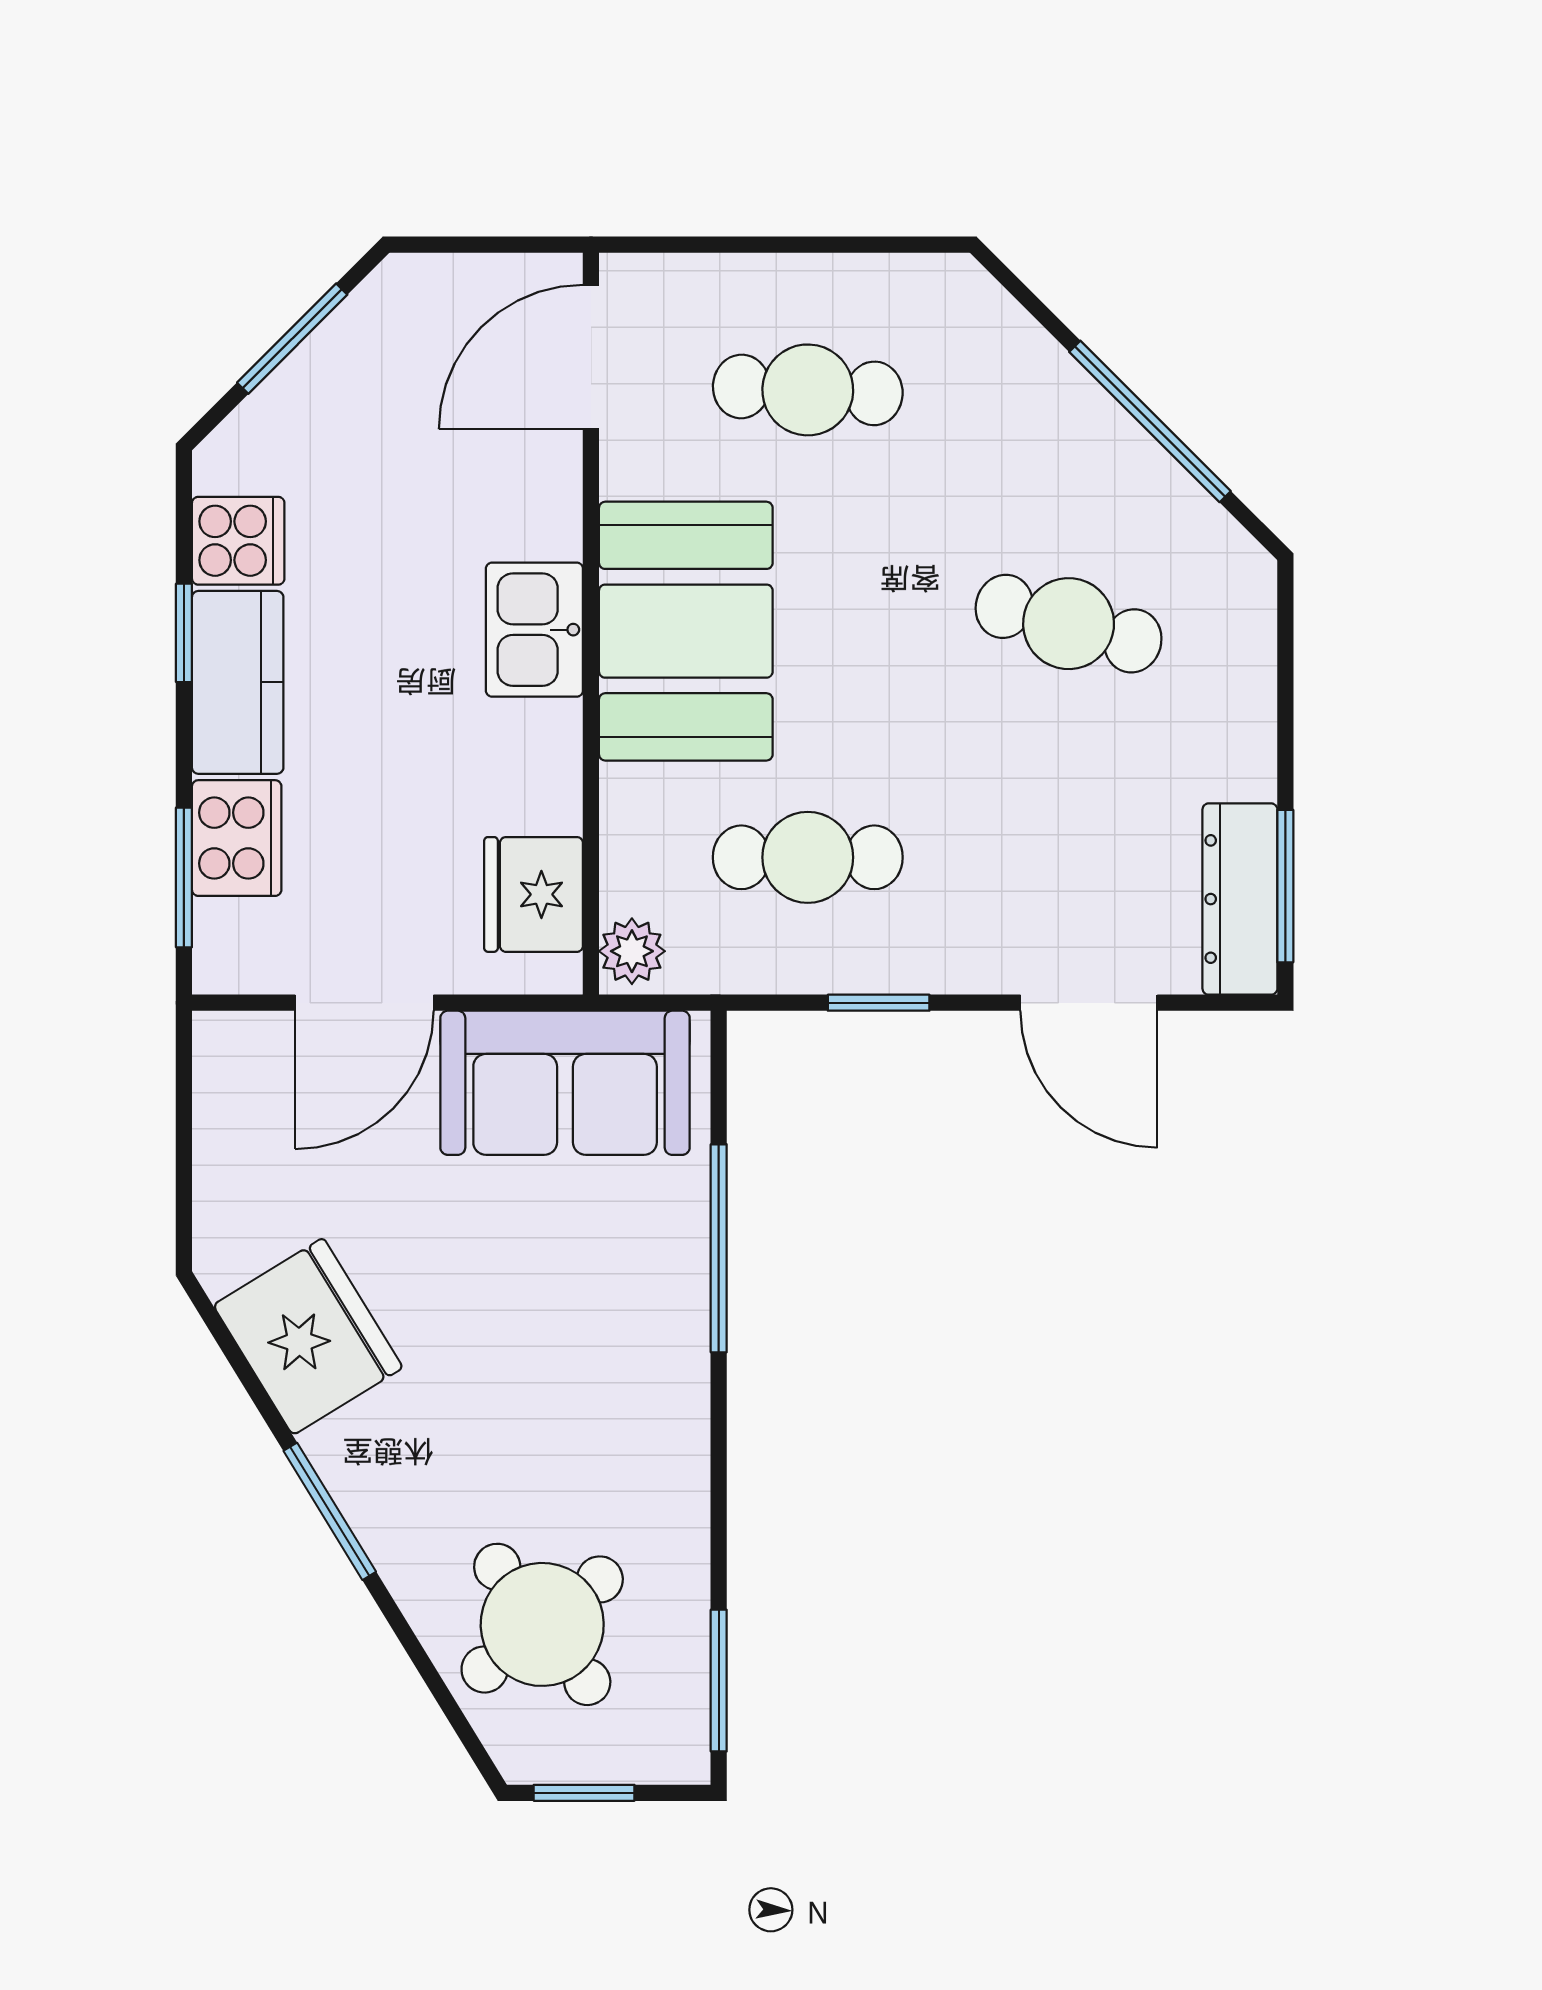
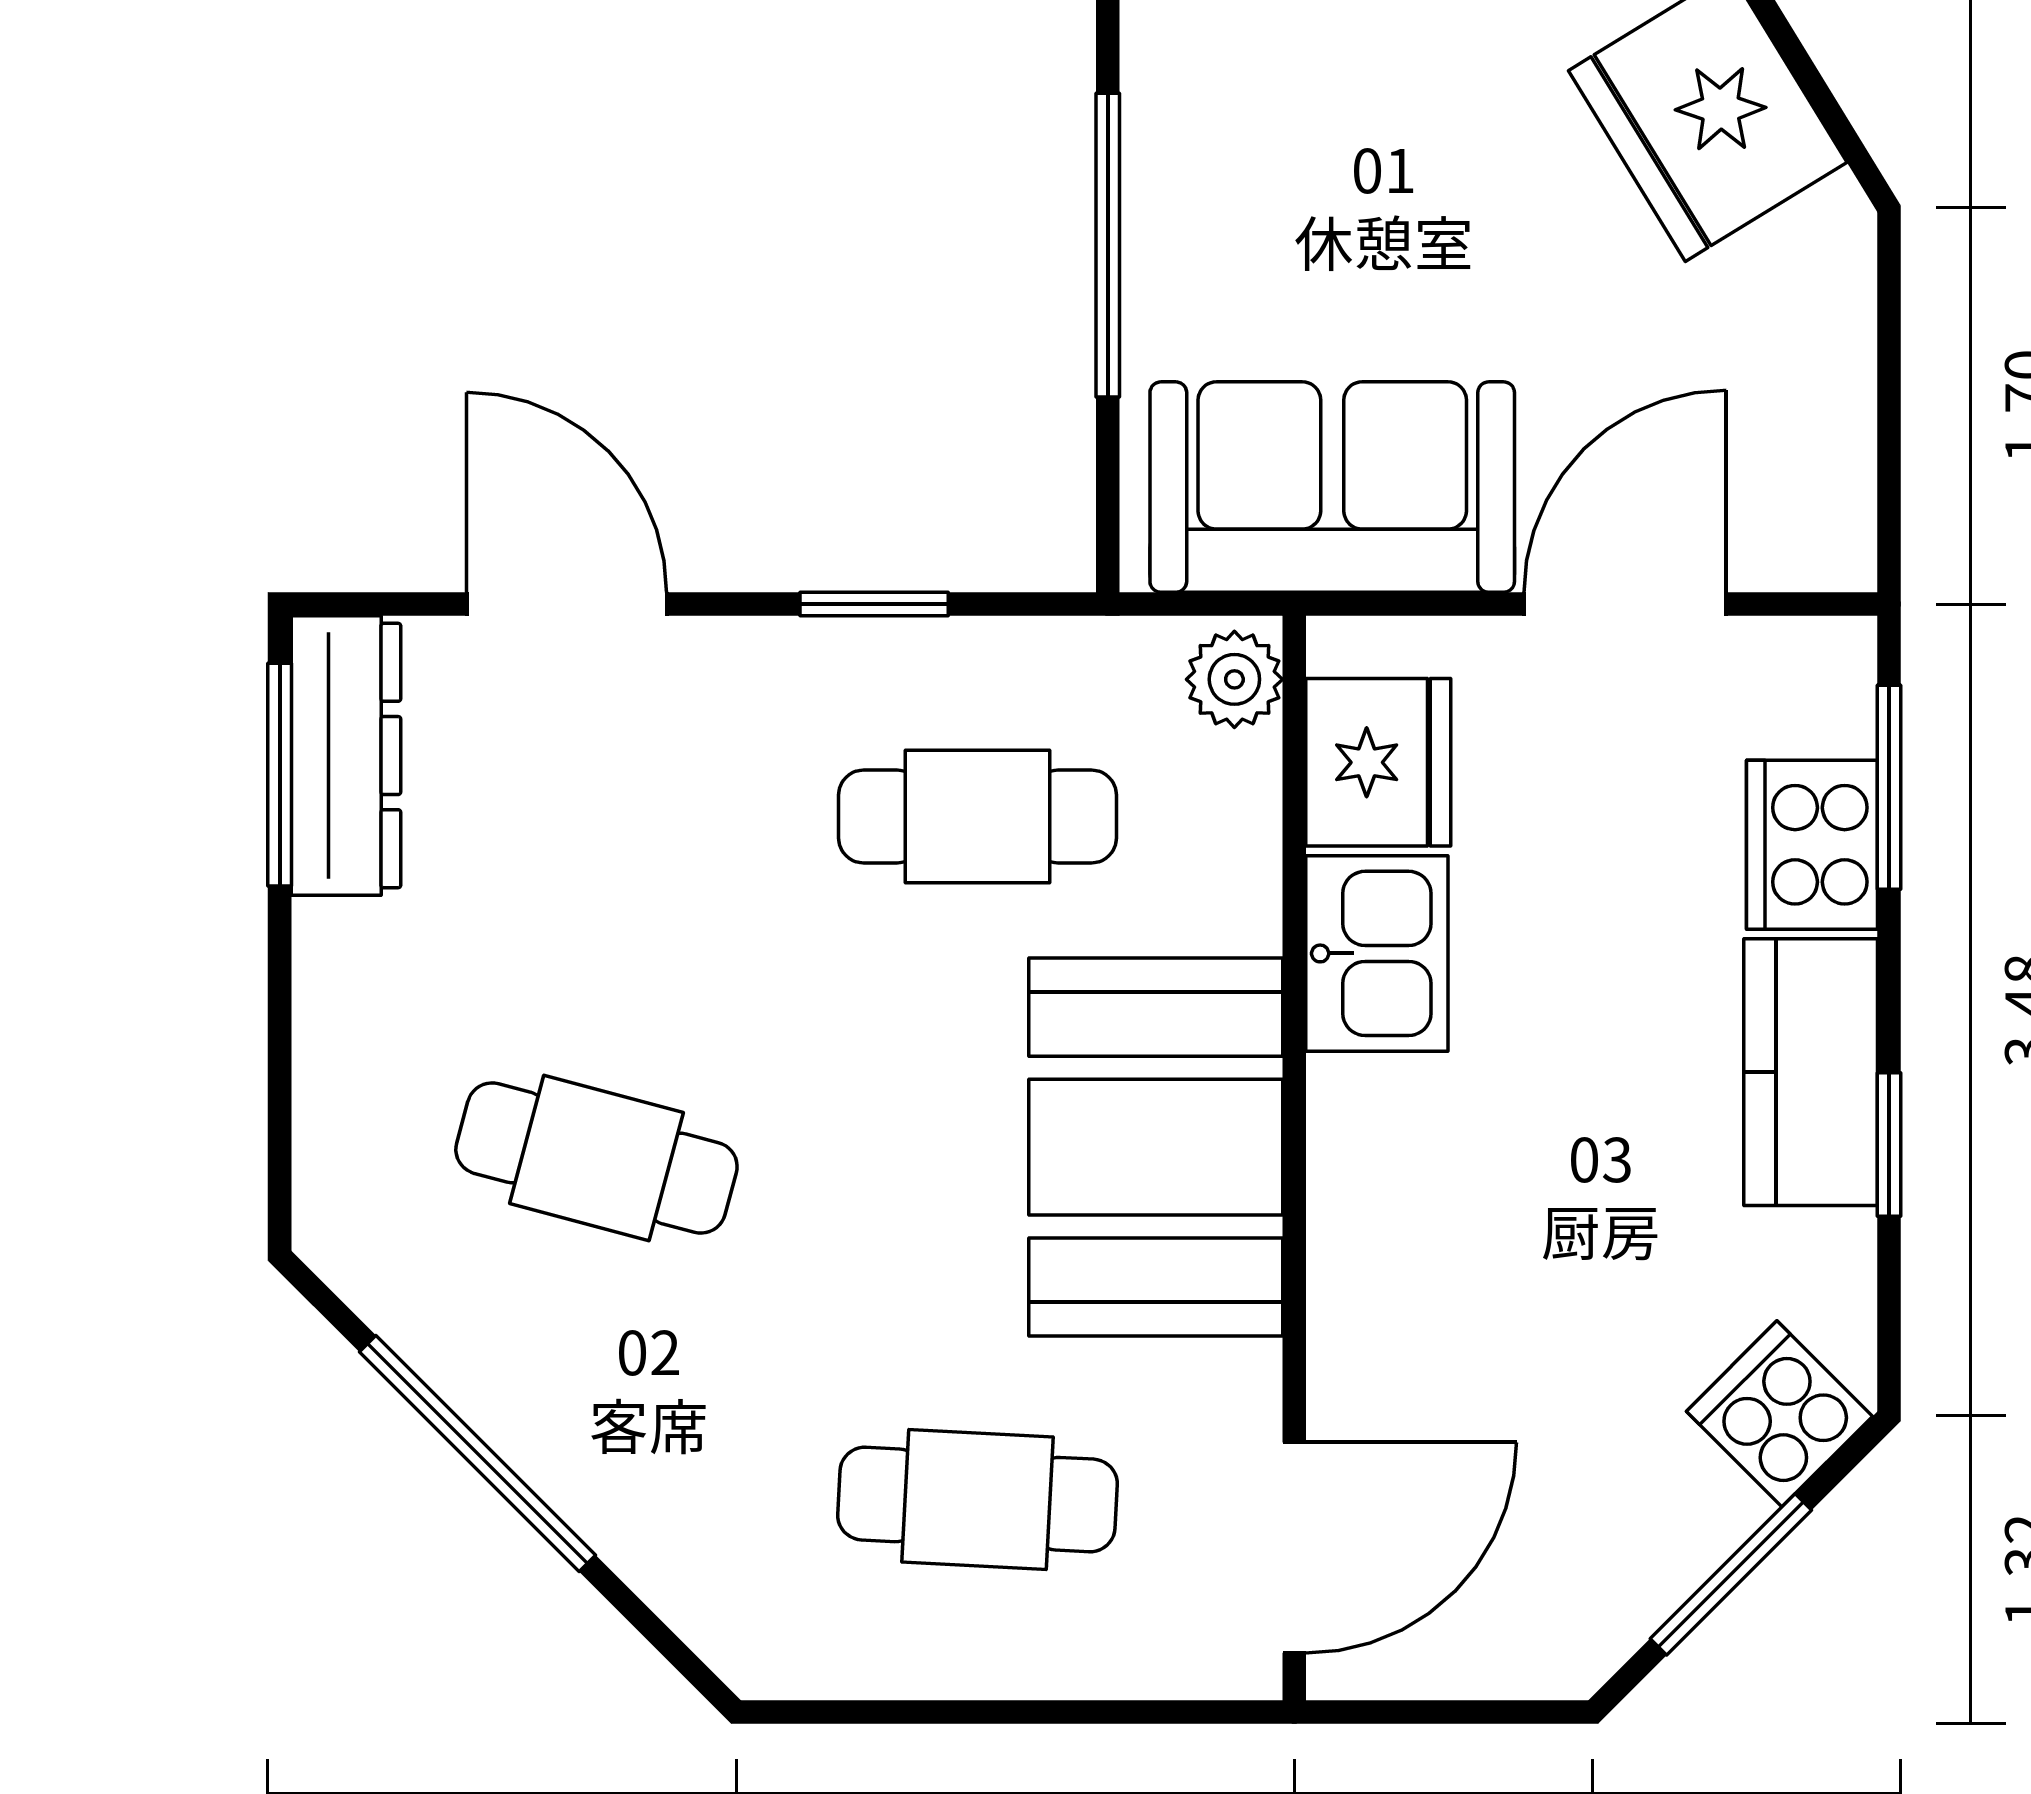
cooker: (238, 541) -> (1779, 1414), moved, turned 45
kitchen sink: (534, 630) -> (1377, 953), moved

